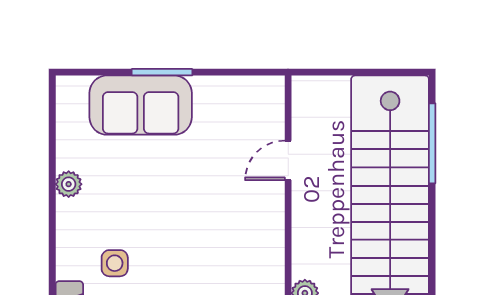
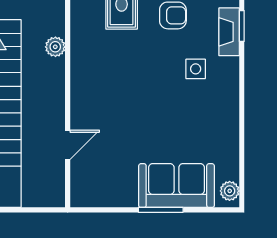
plant: (69, 184) -> (230, 191), moved

